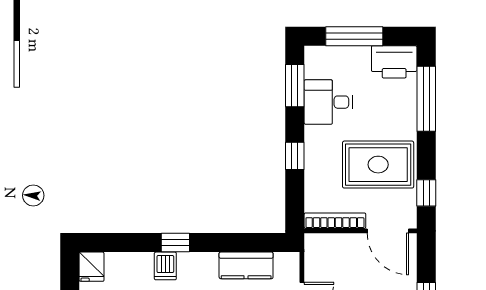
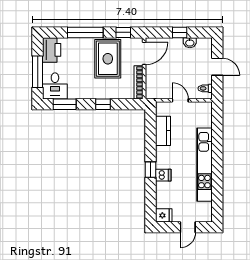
window: (426, 99) -> (85, 32), moved
desk: (328, 102) -> (55, 86), moved

